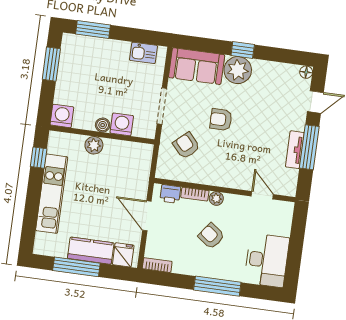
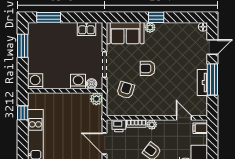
plant: (238, 70) -> (150, 27), width x0.53, depth x0.53
boiler: (103, 125) -> (92, 84), moved
plant: (94, 145) -> (96, 99), moved
armchair: (186, 146) -> (126, 90), turned 59
filing cabinet: (283, 213) -> (200, 128), added

